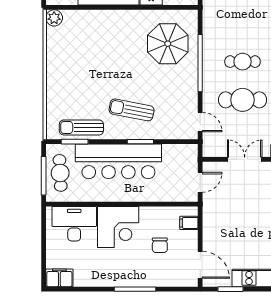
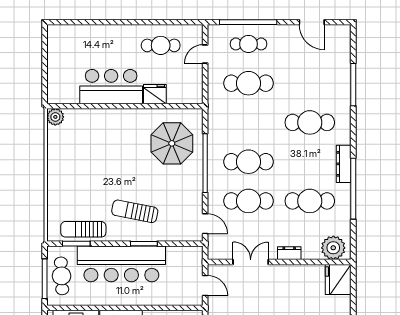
cafe table: (243, 62) -> (249, 162), width x1.37, depth x1.35
door: (200, 182) -> (205, 285), hinge flipped

